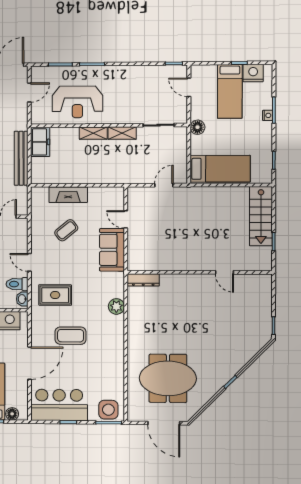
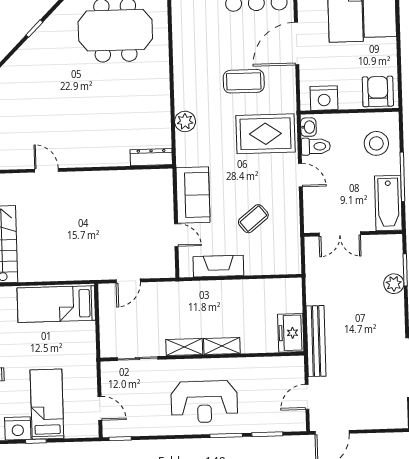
reception desk: (77, 102) -> (204, 402), moved, turned 180
floor lamp: (197, 127) -> (87, 357), removed
bench: (21, 158) -> (316, 341), moved
fireplace: (68, 195) -> (218, 266), moved
rug: (55, 295) -> (265, 134), width x1.36, depth x1.43

